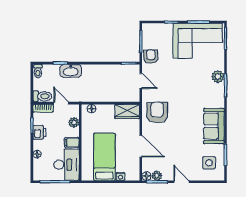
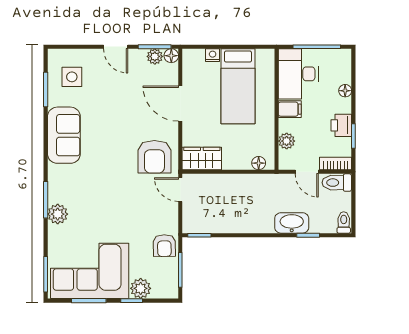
plant: (166, 30) -> (141, 288), added
door: (141, 81) -> (180, 190), moved

